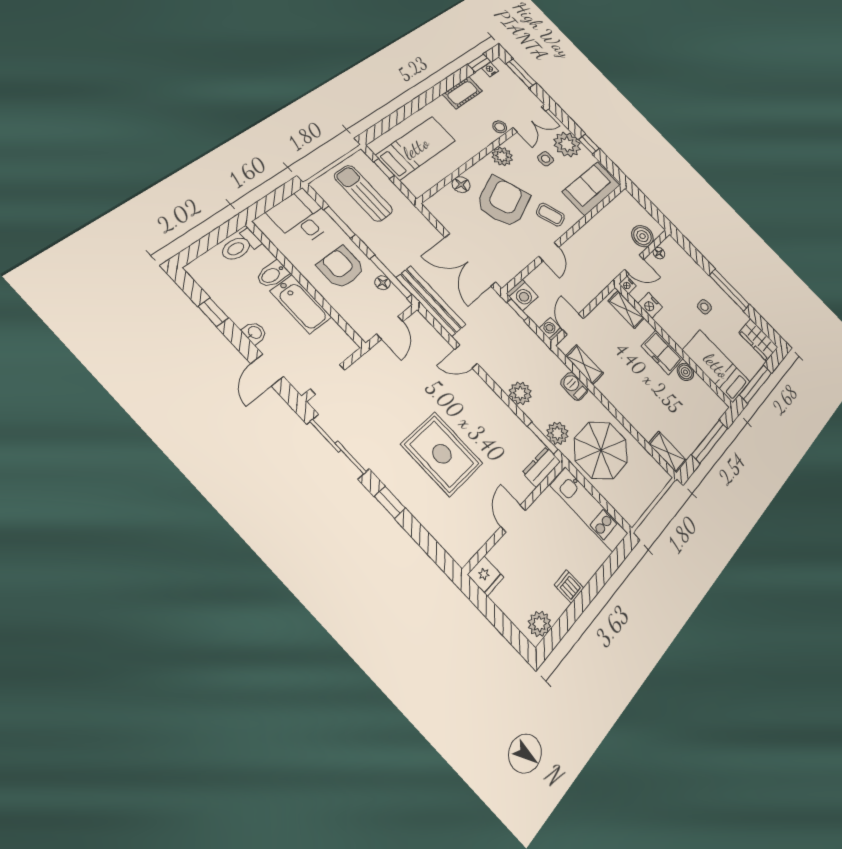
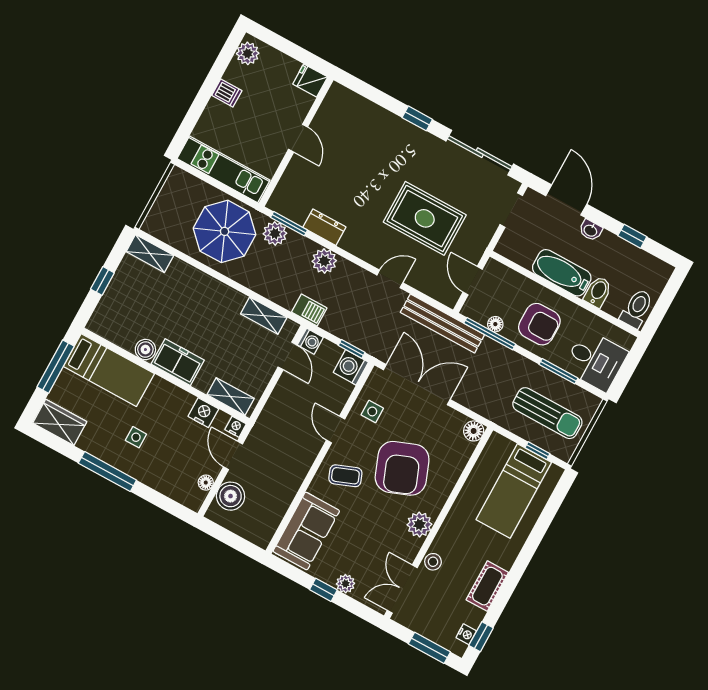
plant: (567, 144) -> (345, 584), width x0.53, depth x0.53
side table: (546, 159) -> (372, 411), moved
floor lamp: (461, 185) -> (474, 431), moved
door: (634, 265) -> (233, 455), hinge flipped
door: (267, 370) -> (566, 200), width x1.38
barbecue: (574, 386) -> (309, 310), moved
window: (710, 441) -> (102, 281), width x0.46
rug: (442, 454) -> (425, 218), moved
dresser: (541, 467) -> (324, 227), moved, turned -90

